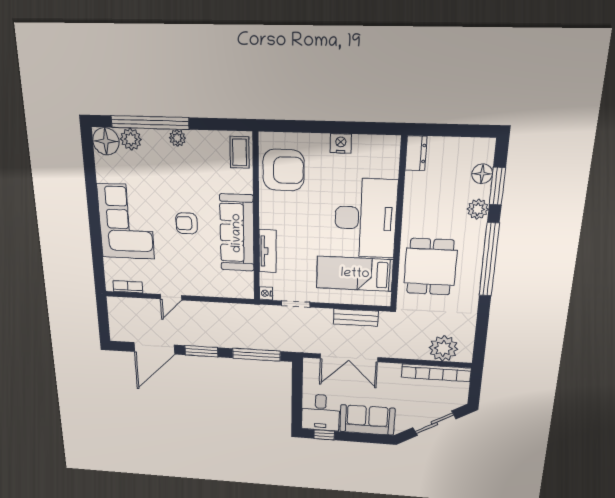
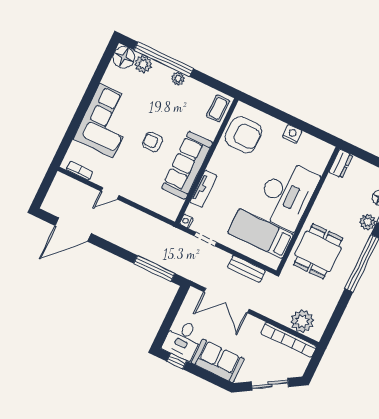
window: (201, 351) -> (111, 248), removed

